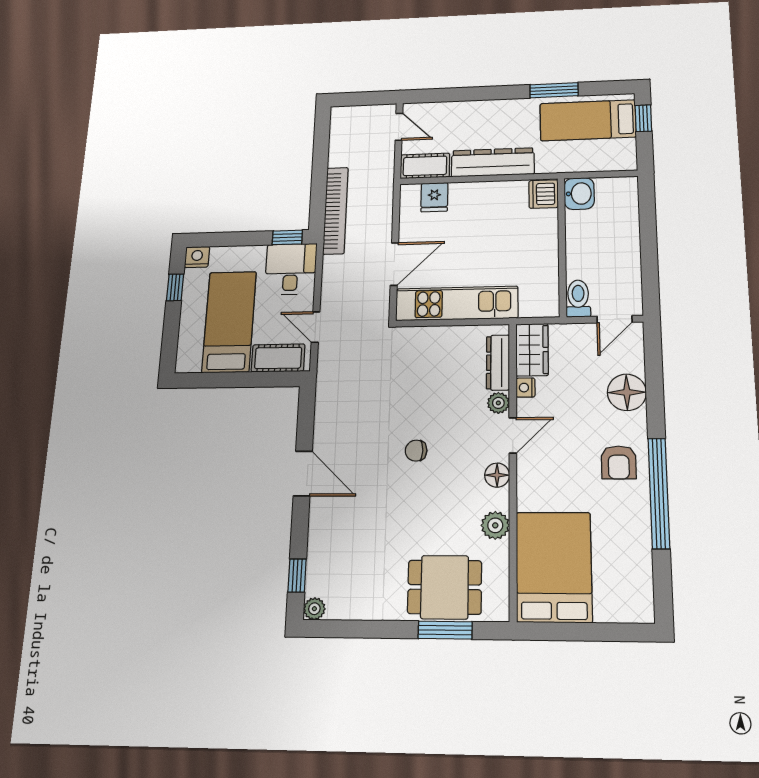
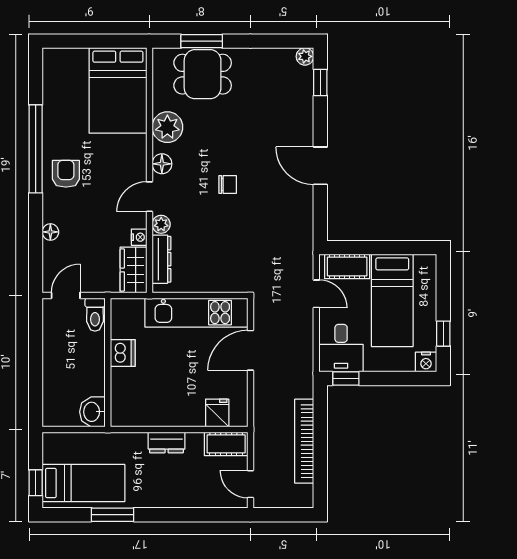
dresser: (493, 162) -> (167, 442), width x0.51, depth x0.80
dishwasher: (544, 194) -> (123, 353), moved
bookcase: (336, 211) -> (304, 441), moved
floor lamp: (627, 392) -> (50, 232), width x0.53, depth x0.53
plant: (495, 525) -> (167, 127), width x1.36, depth x1.36

